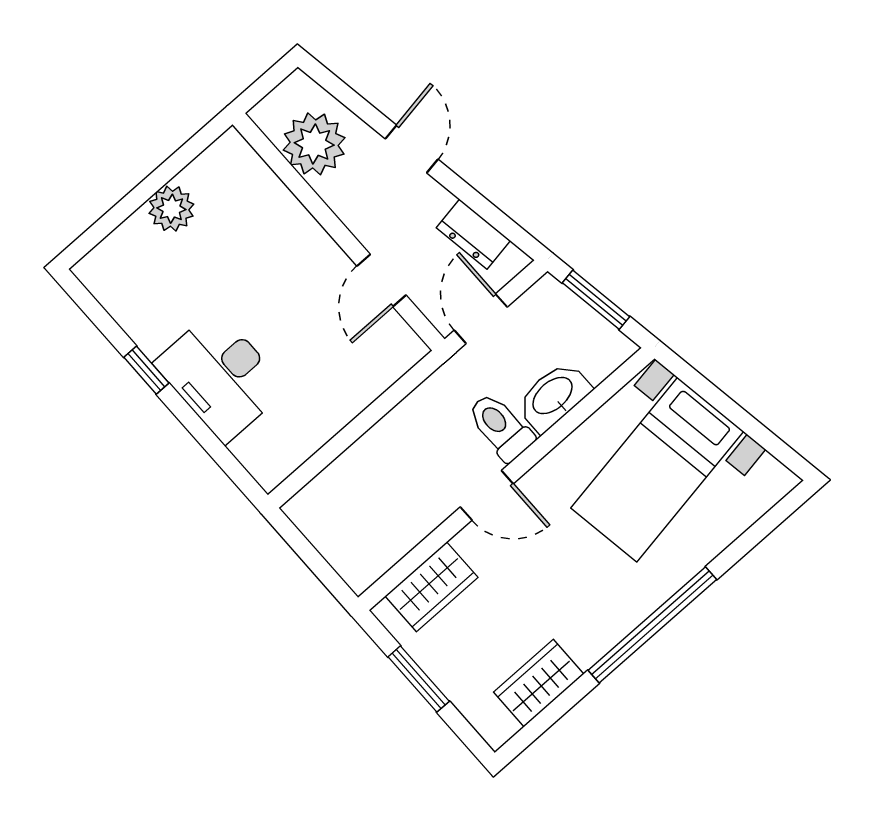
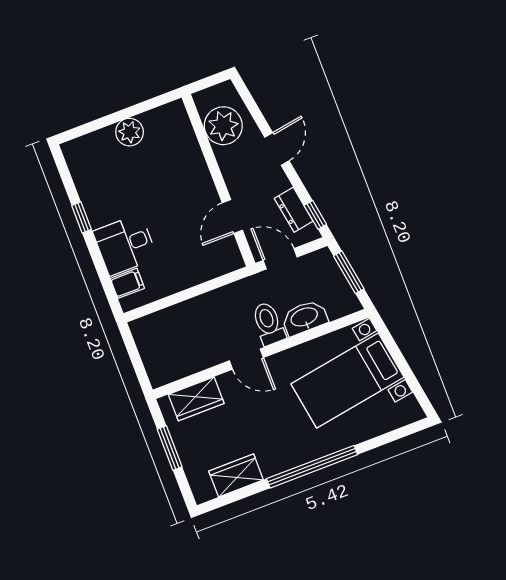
window: (510, 230) -> (315, 215), added
door: (481, 319) -> (280, 259), hinge flipped
desk: (220, 376) -> (125, 245), width x0.73
filing cabinet: (256, 446) -> (127, 283), added

